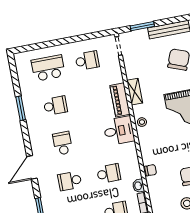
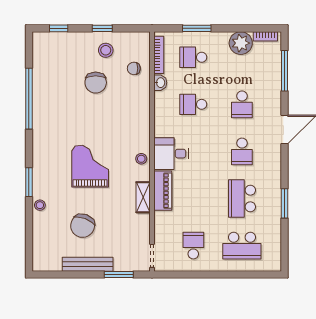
school desk: (87, 61) -> (193, 246), turned 90
school desk: (55, 106) -> (242, 198), width x1.85
chair: (151, 170) -> (134, 68), moved
school desk: (70, 181) -> (242, 104), turned 90

